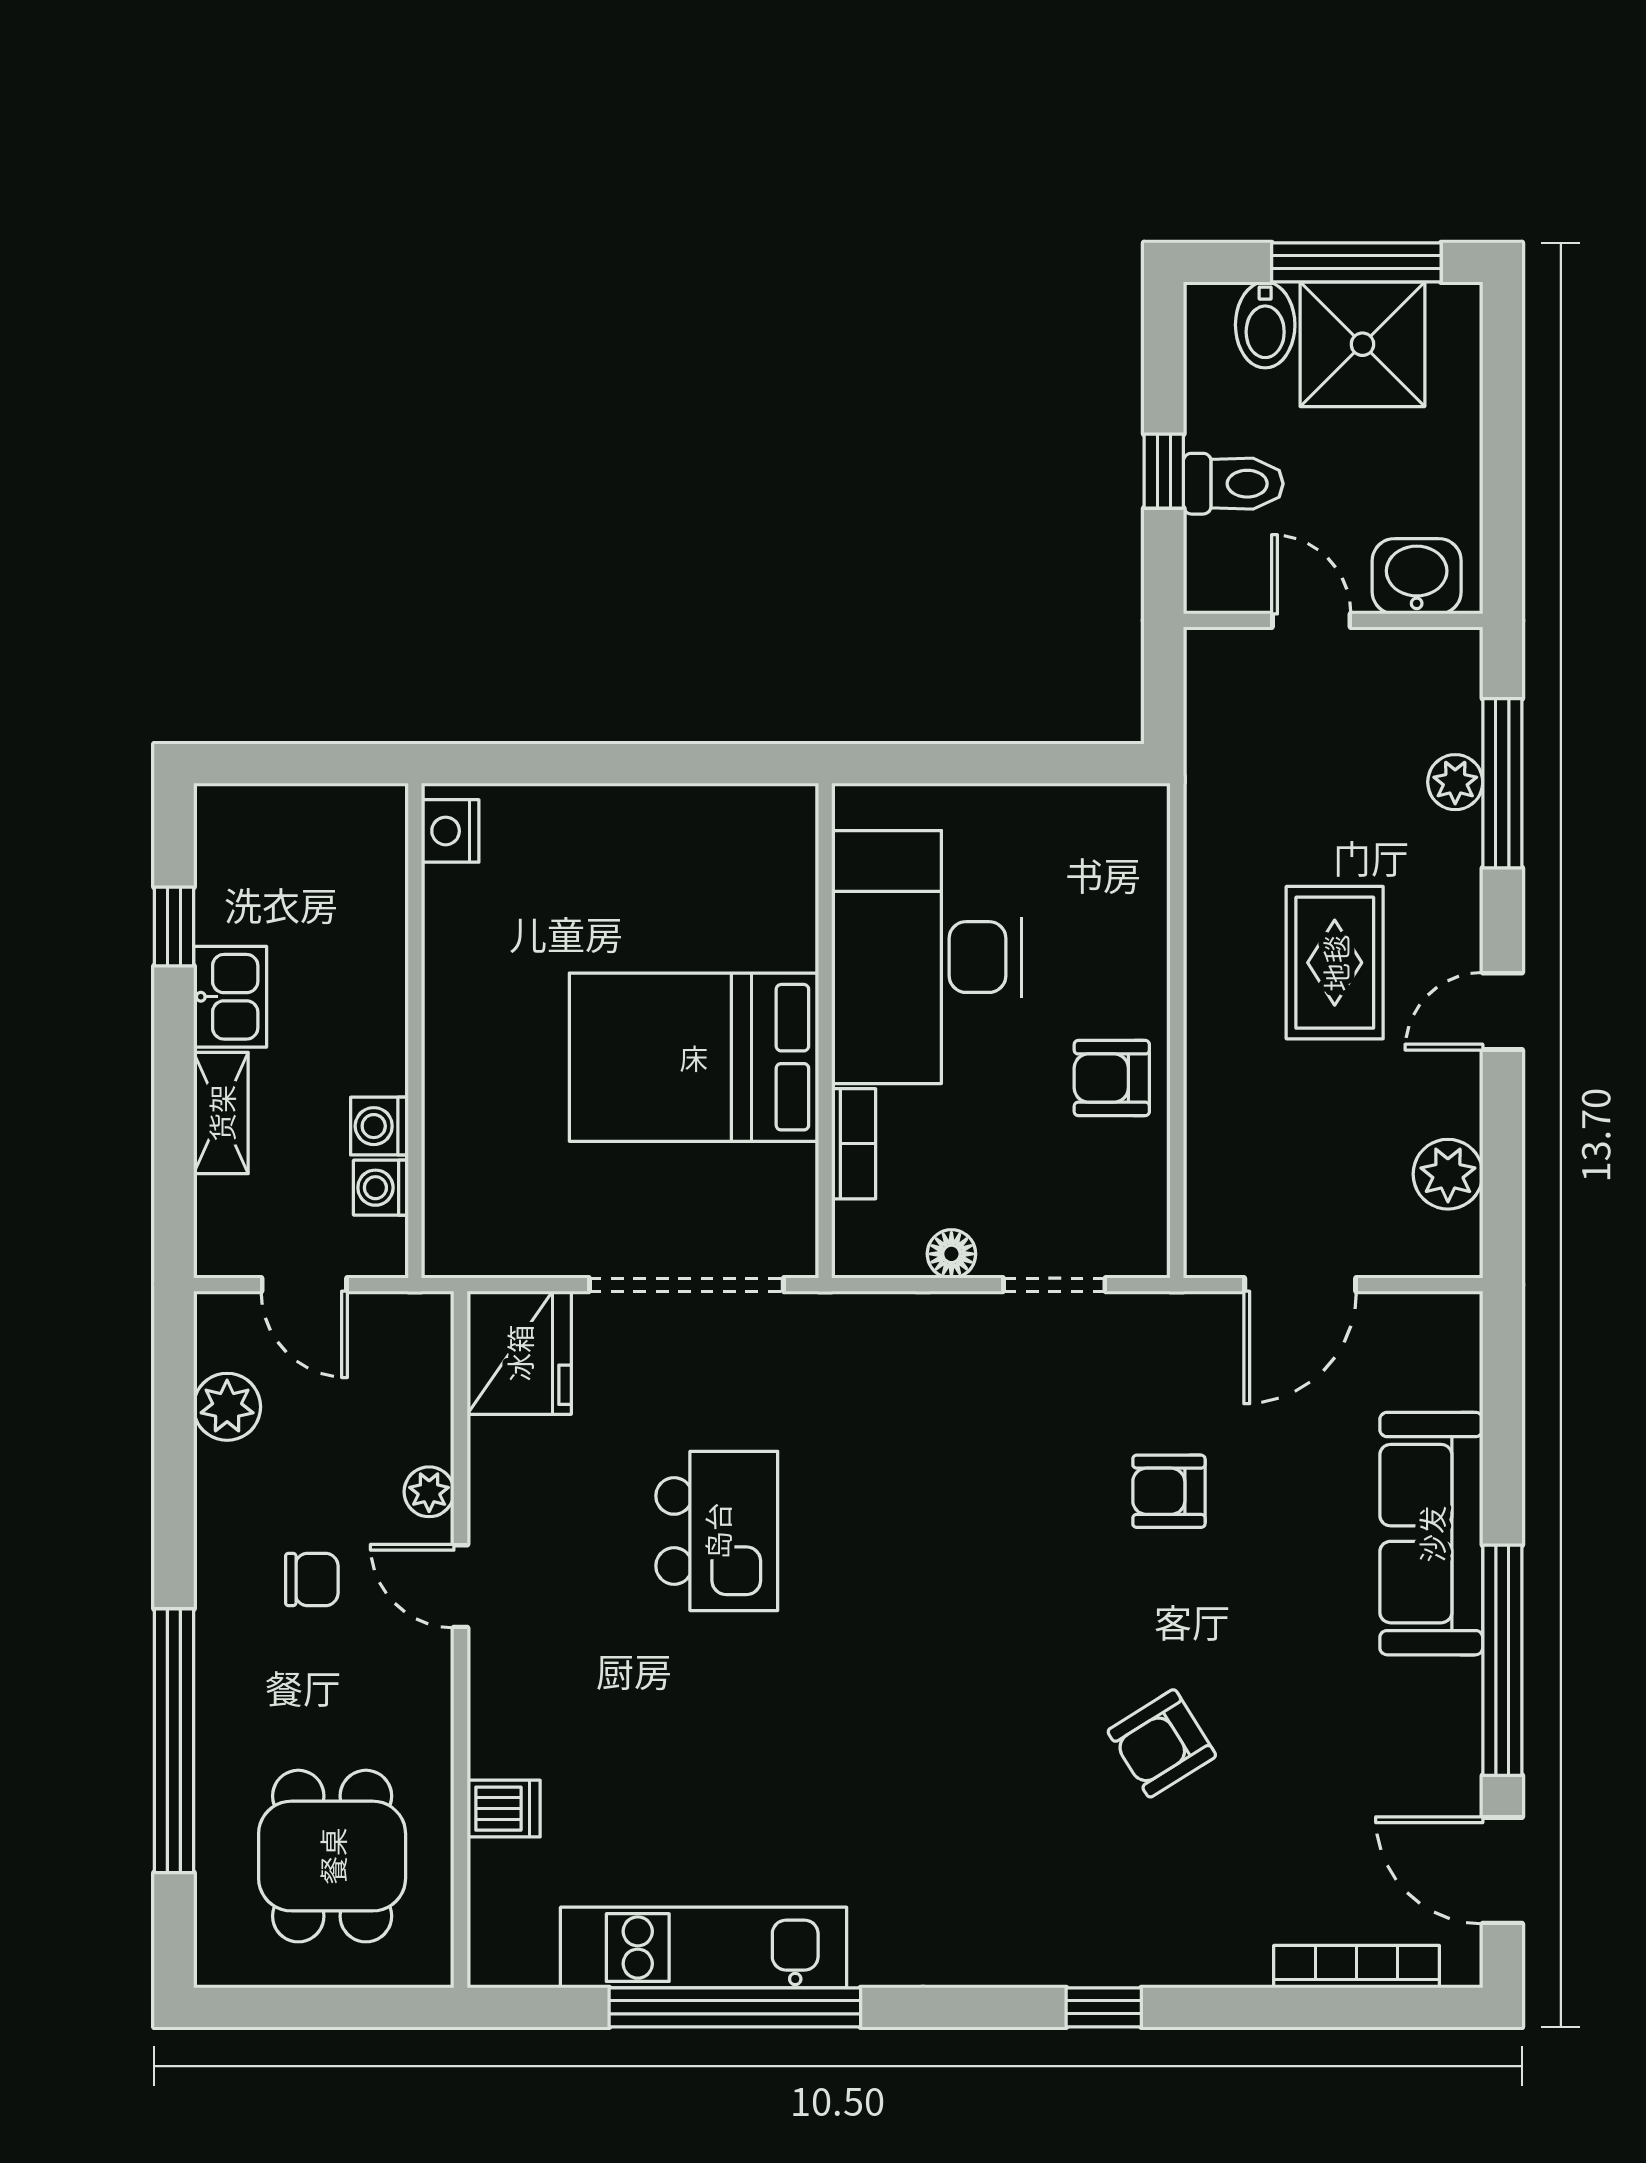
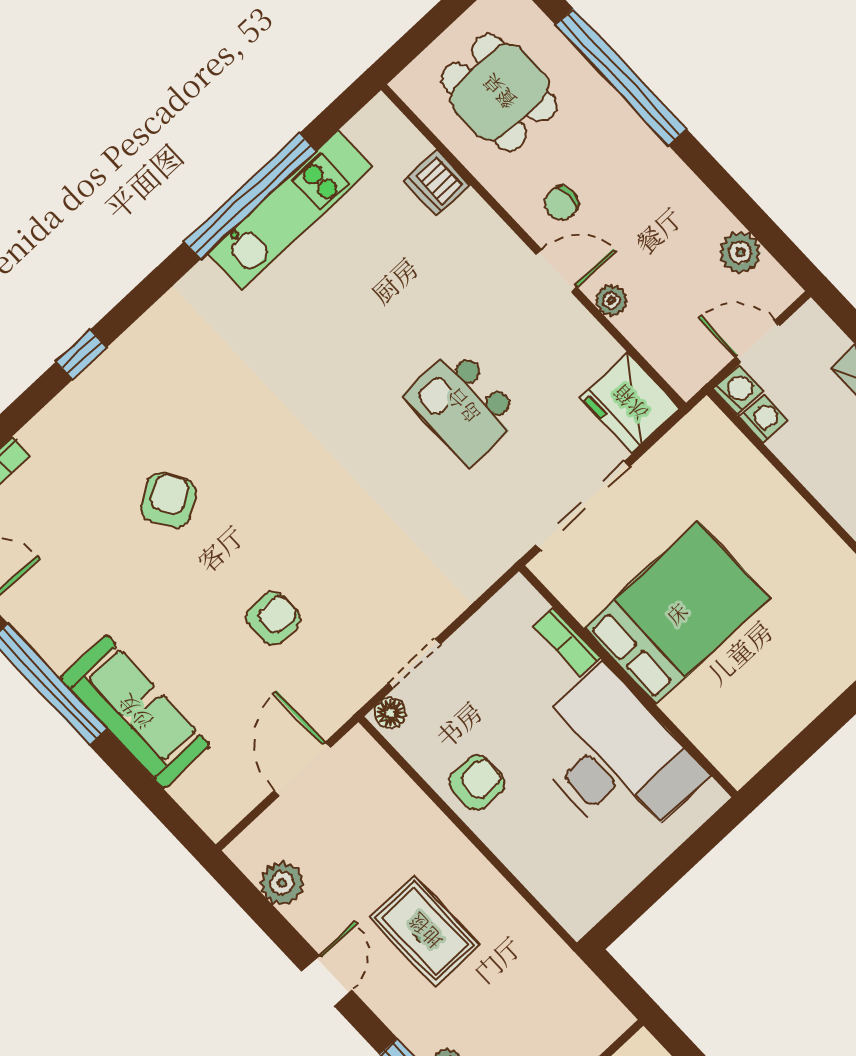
washing machine: (380, 1126) -> (738, 390), moved
floor lamp: (951, 1254) -> (390, 713), moved
chair: (312, 1579) -> (561, 203), moved
dishwasher: (504, 1809) -> (437, 183), width x1.38

